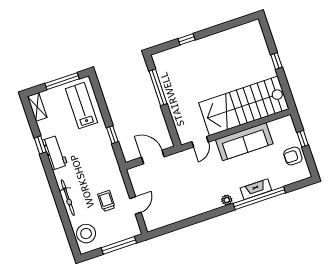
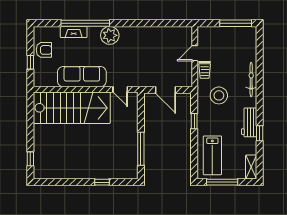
window: (276, 61) -> (30, 159), moved
door: (200, 142) -> (120, 89), swing flipped
fireplace: (256, 189) -> (74, 32), moved
plant: (227, 200) -> (110, 35), width x1.87, depth x1.87
trolley: (106, 201) -> (205, 70), moved
stool: (86, 234) -> (219, 95), moved
window: (119, 245) -> (236, 23), moved

